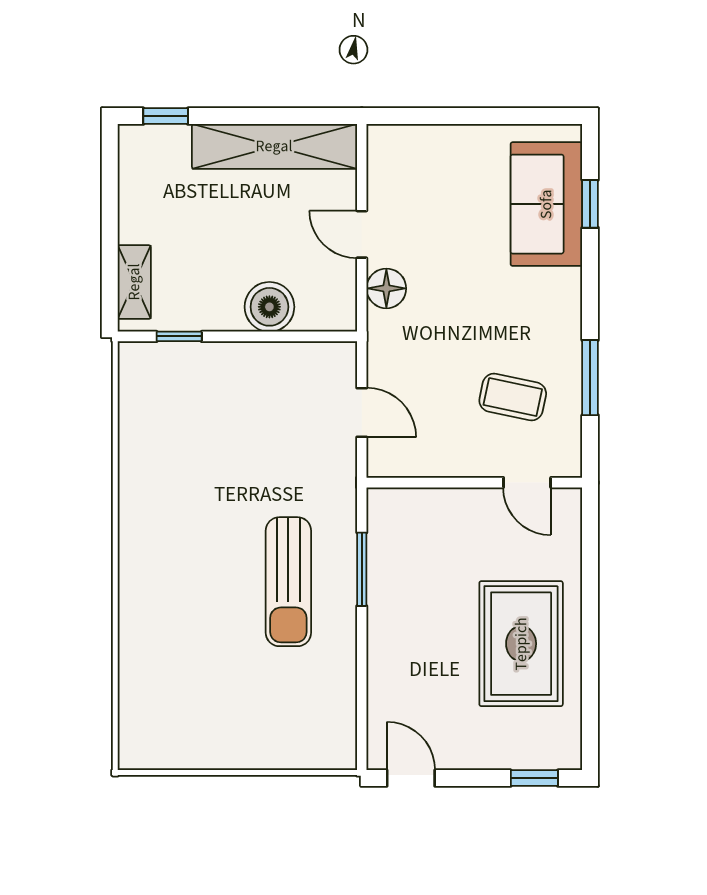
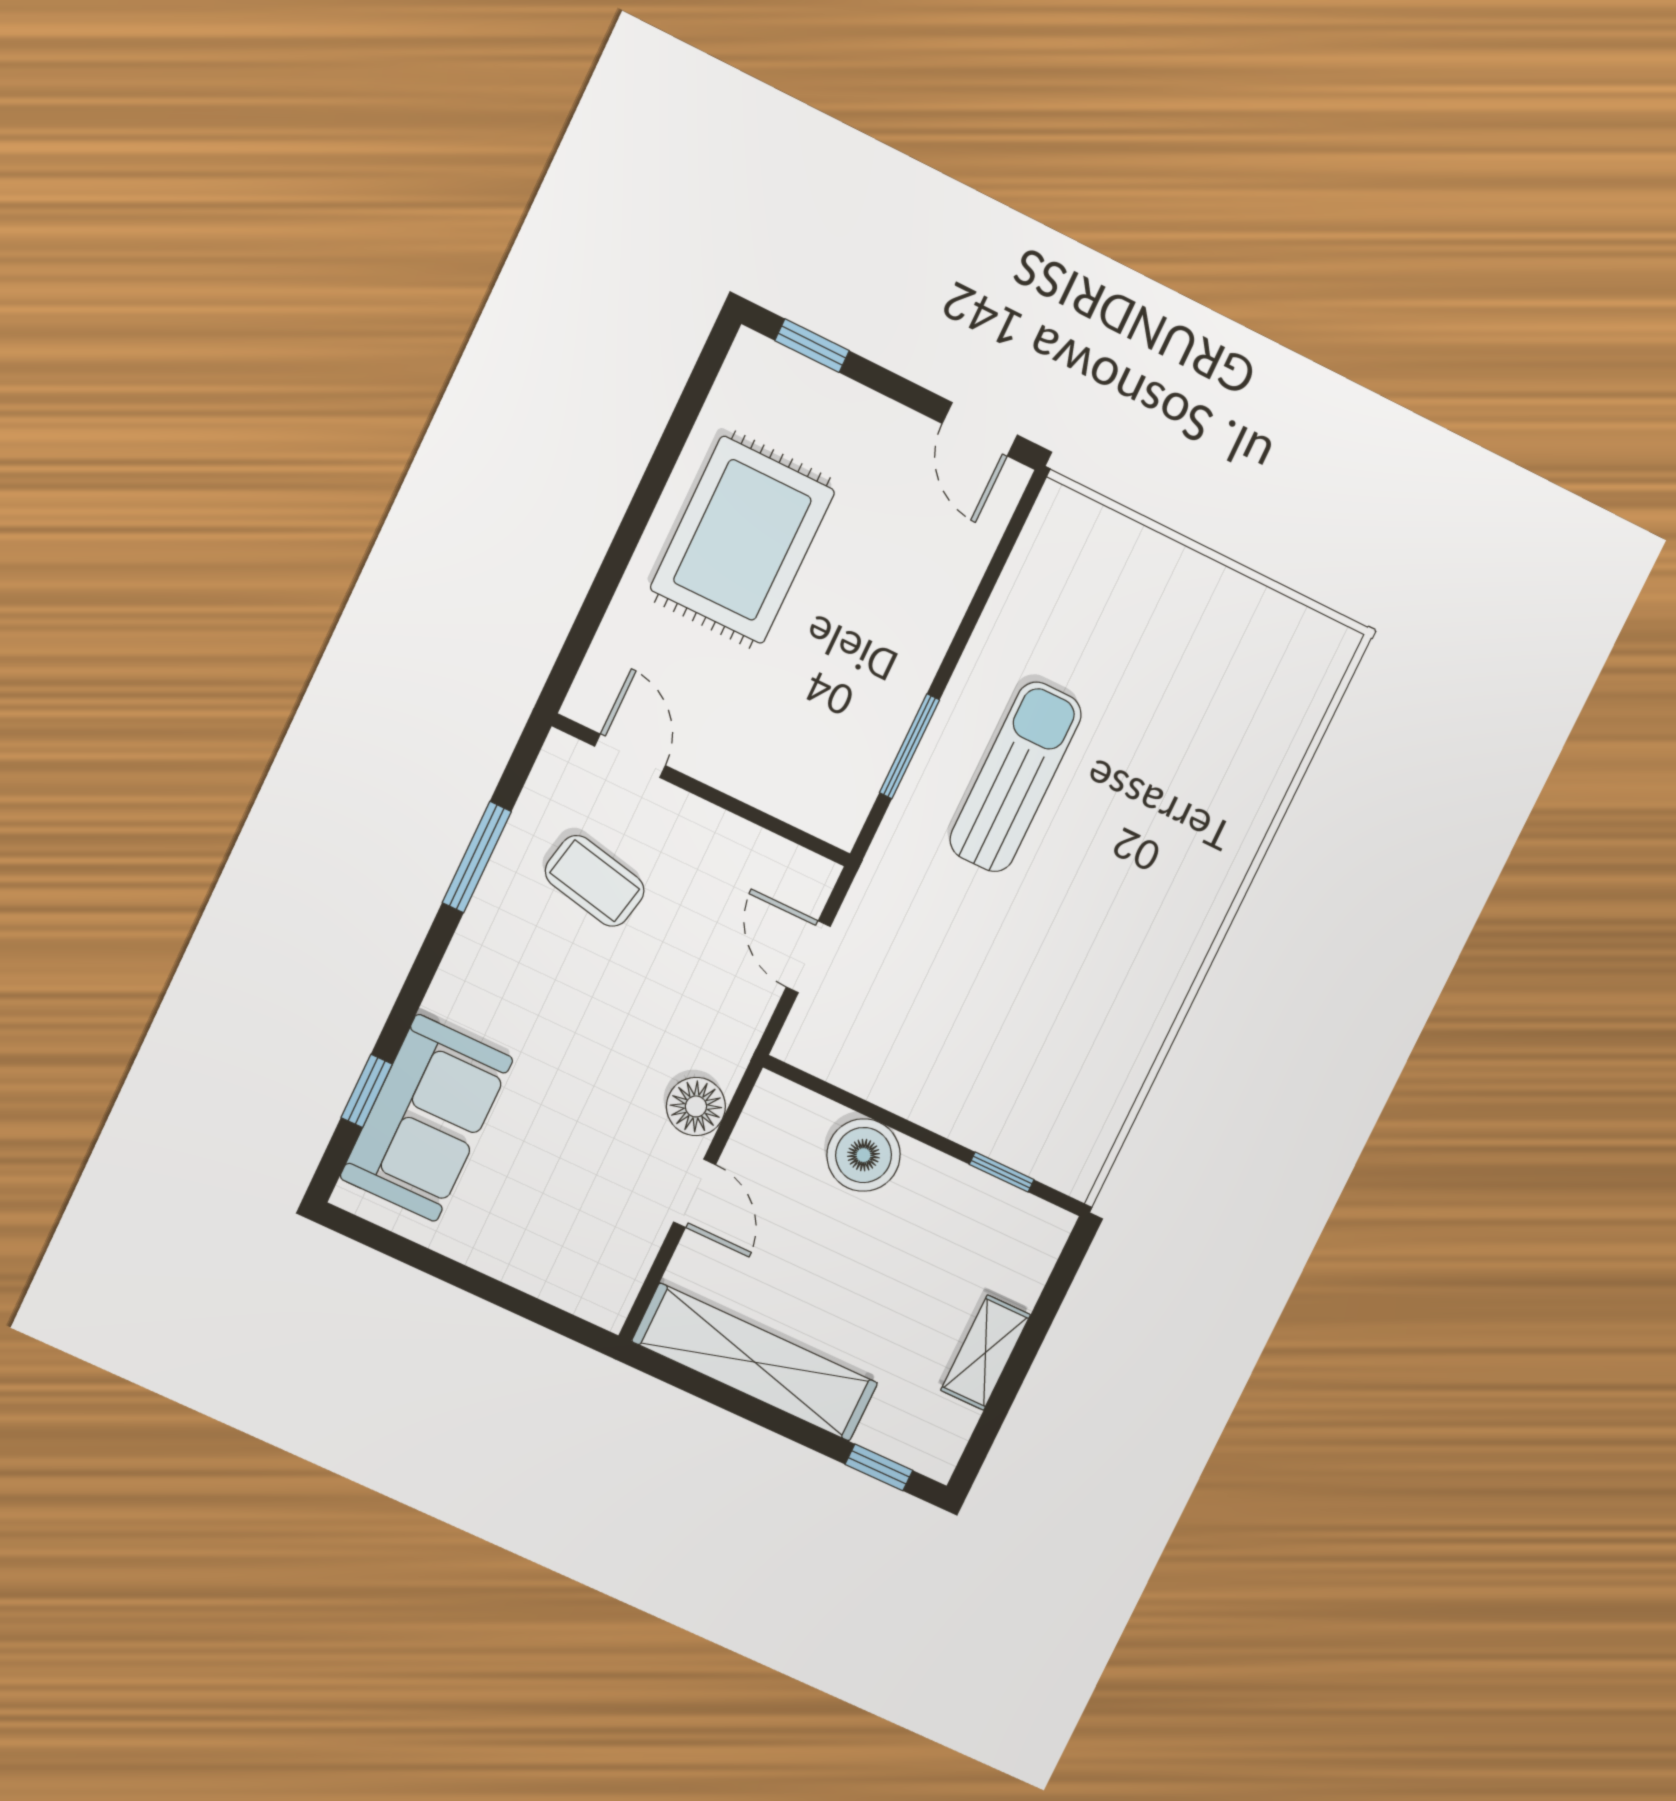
shelving: (134, 282) -> (986, 1353), moved

